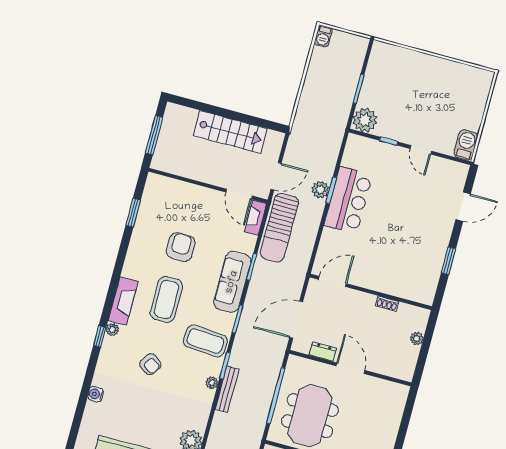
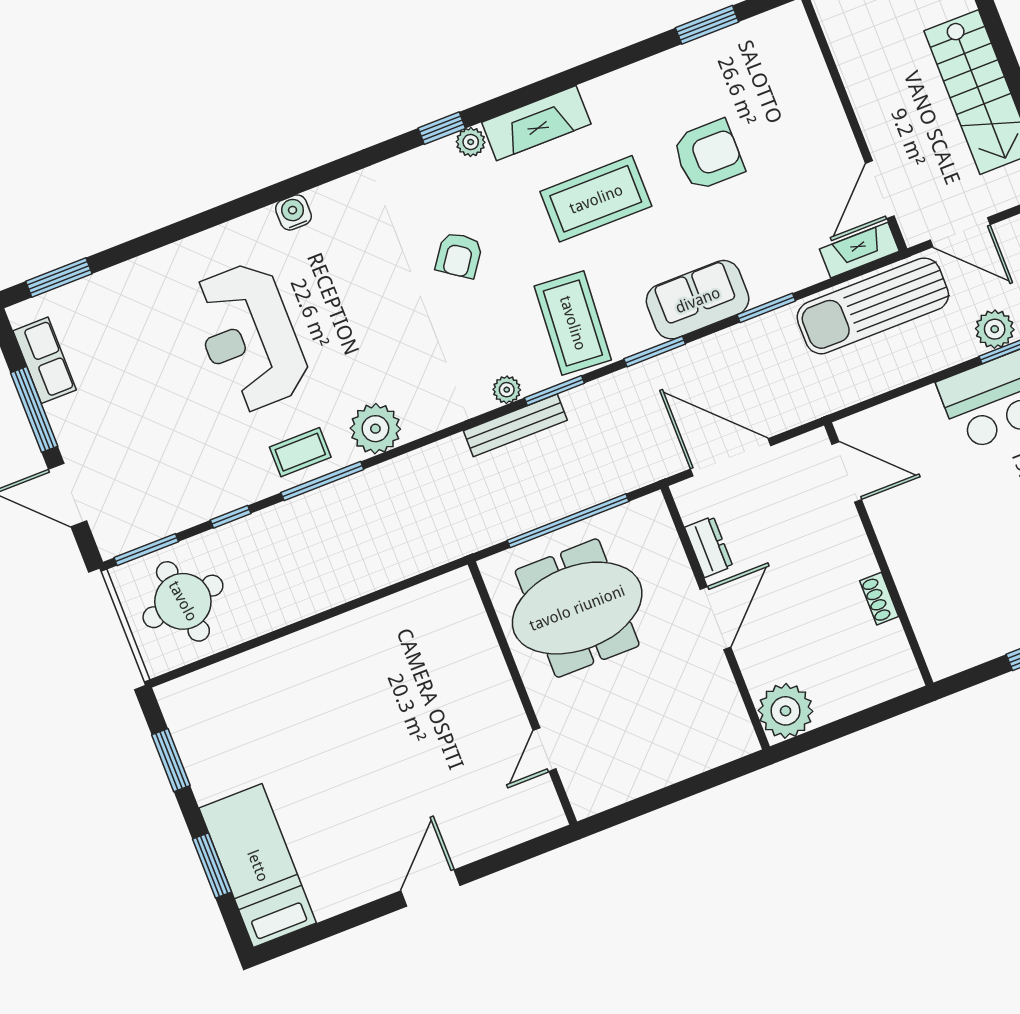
sofa: (232, 282) -> (698, 300), width x0.73
plant: (417, 338) -> (786, 711), moved, width x1.88, depth x1.88
water cooler: (96, 394) -> (293, 212), moved

